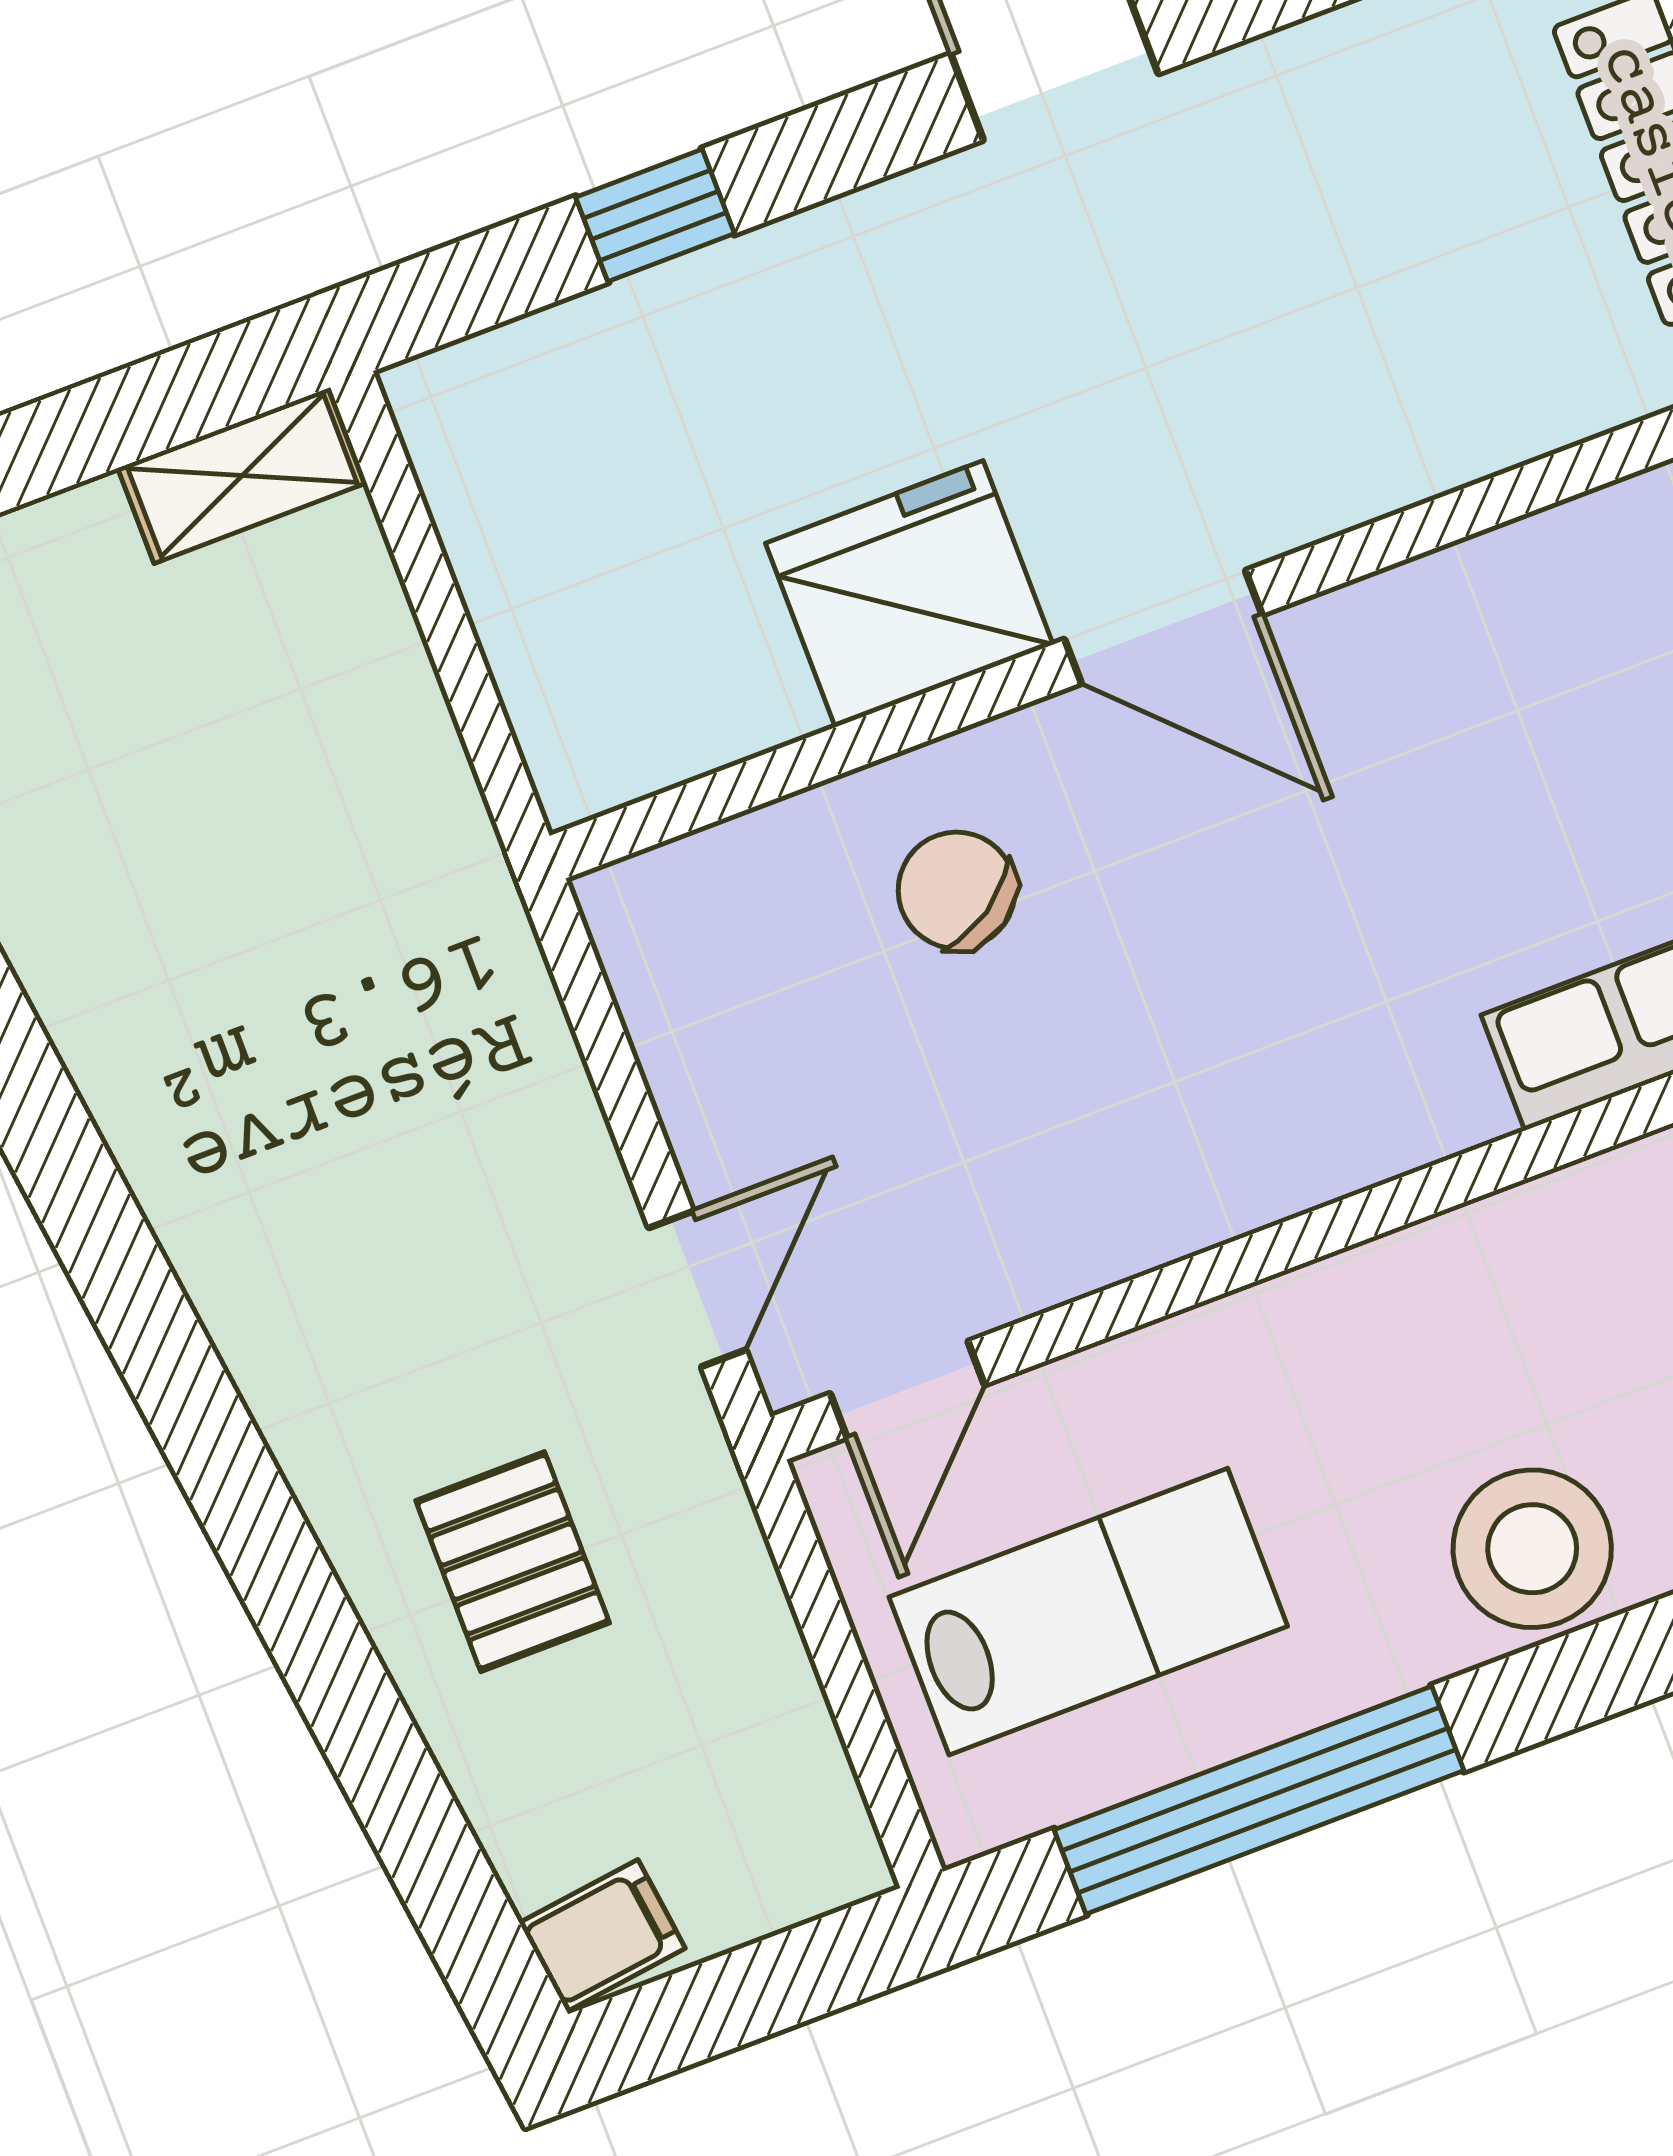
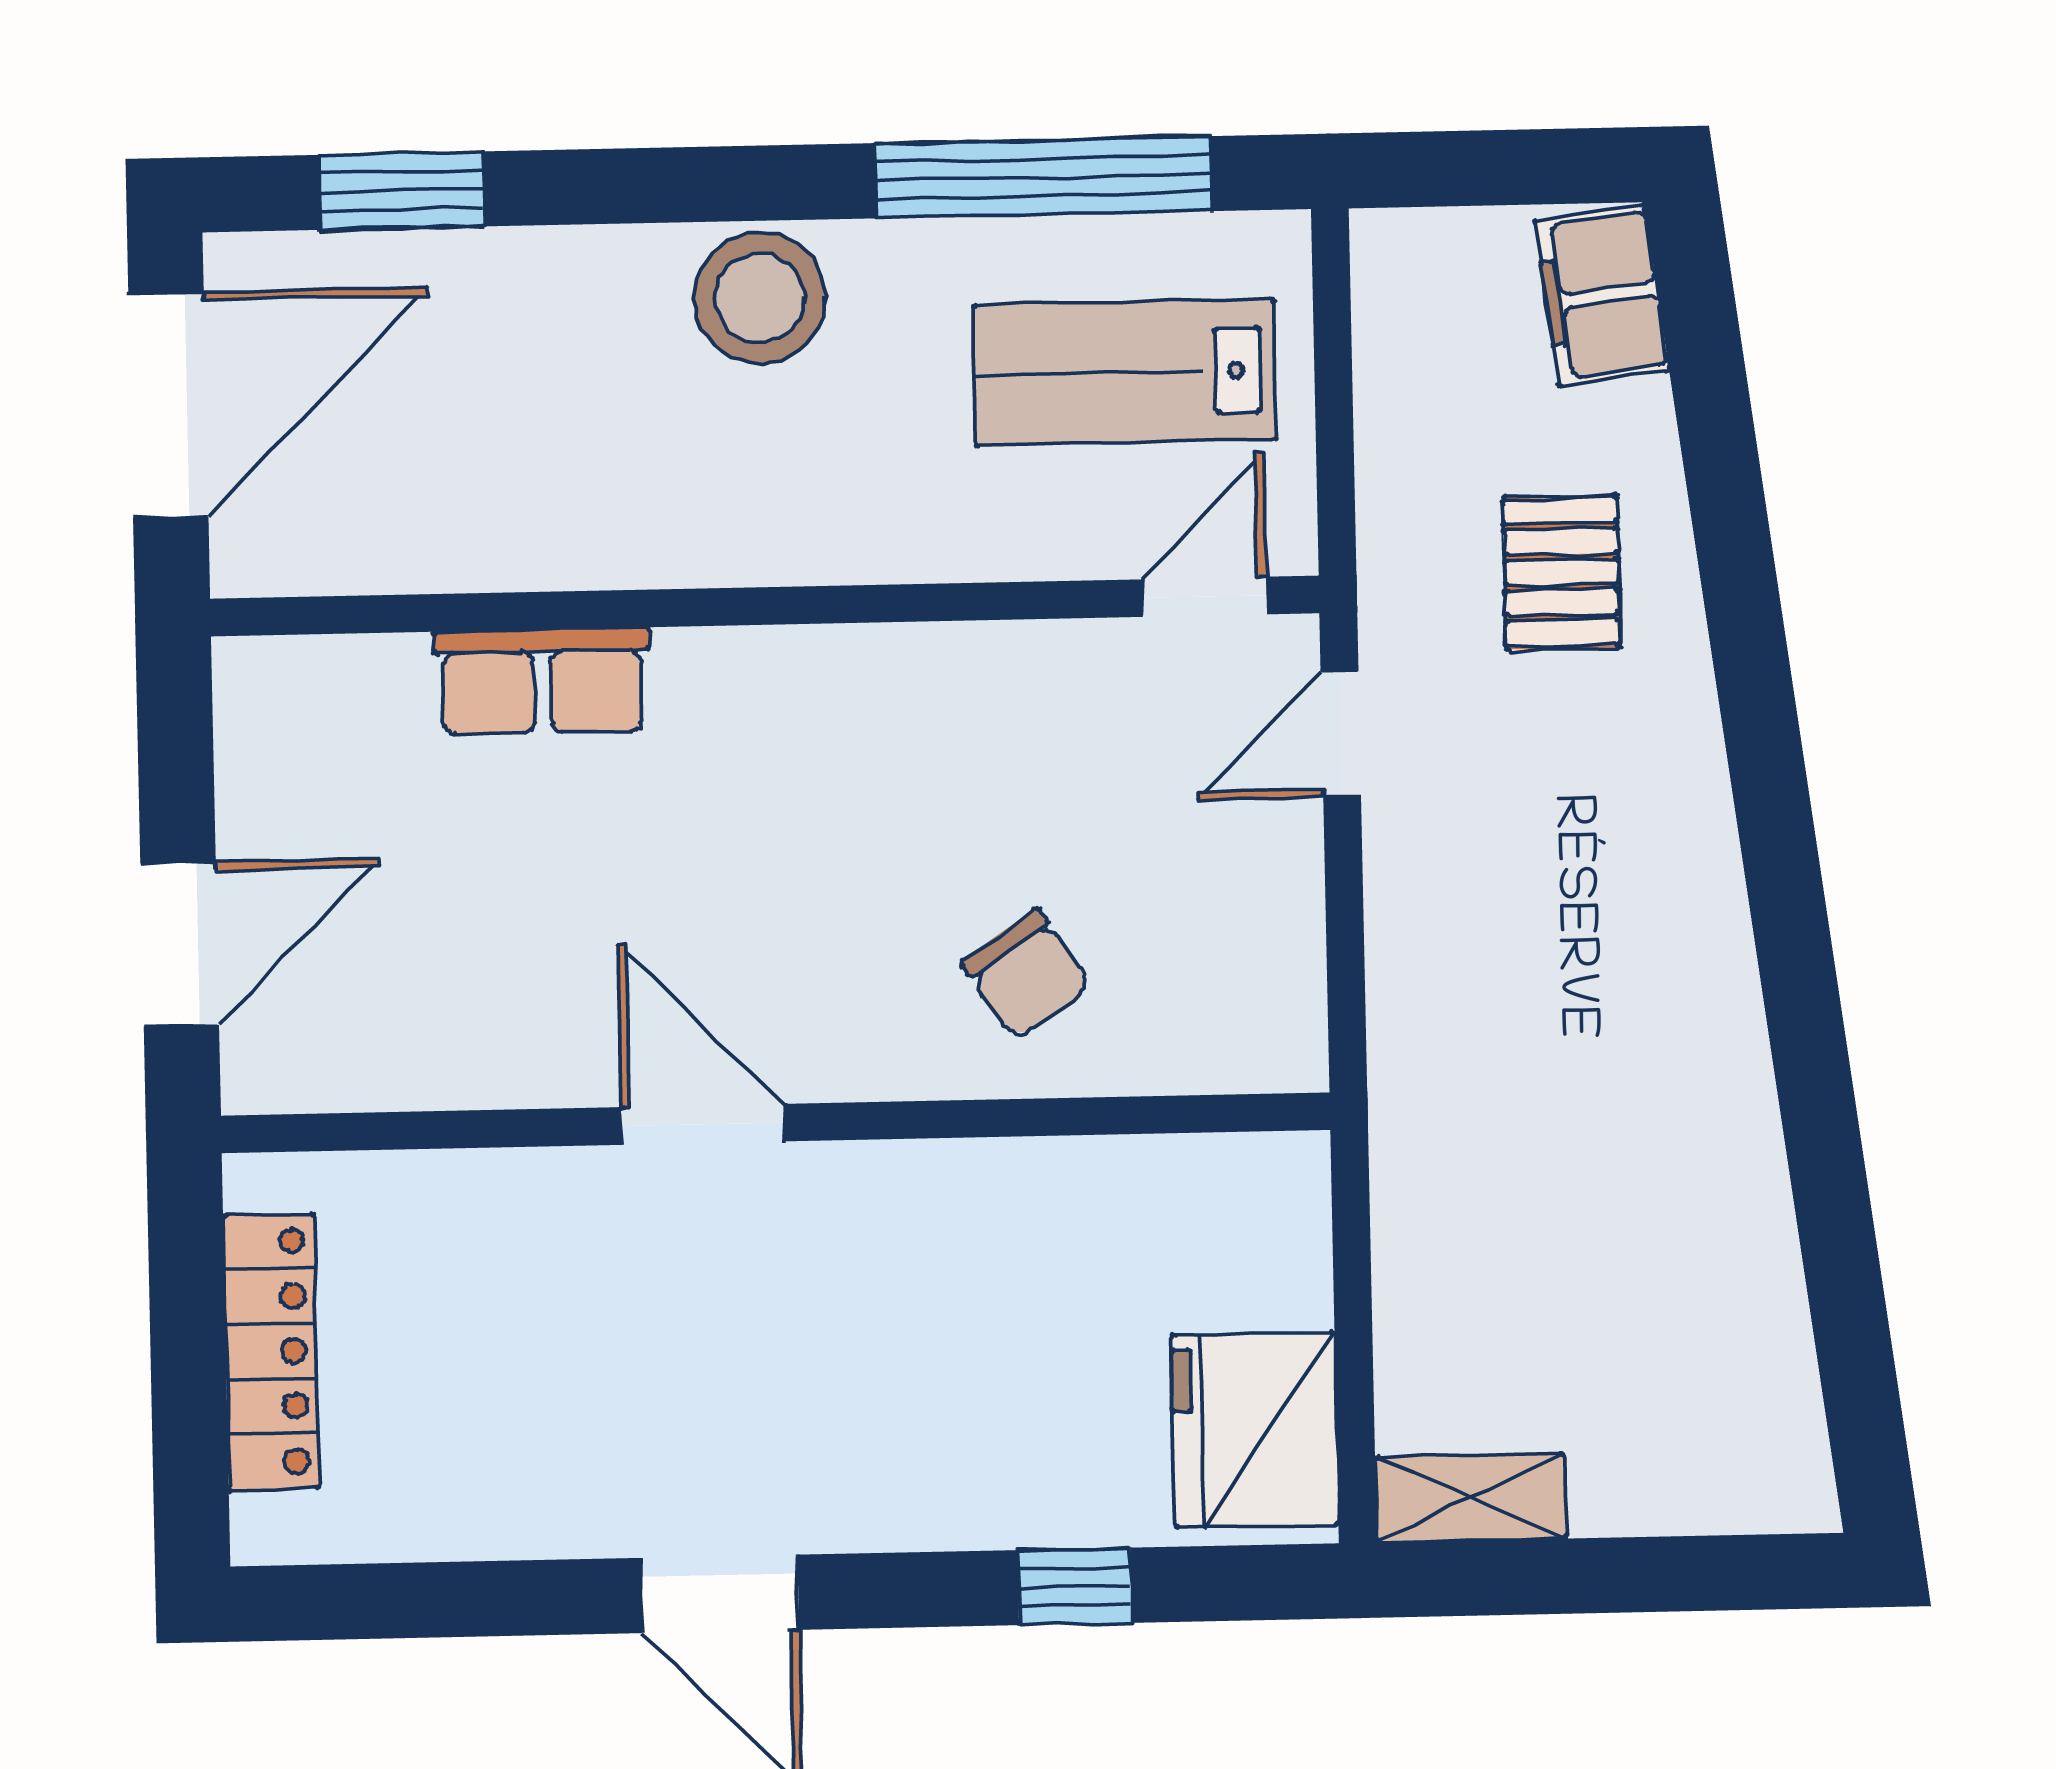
fridge: (909, 594) -> (1255, 1430), moved, turned 90
door: (1163, 627) -> (703, 1124), moved
filing cabinet: (602, 1936) -> (1602, 296), width x2.00

